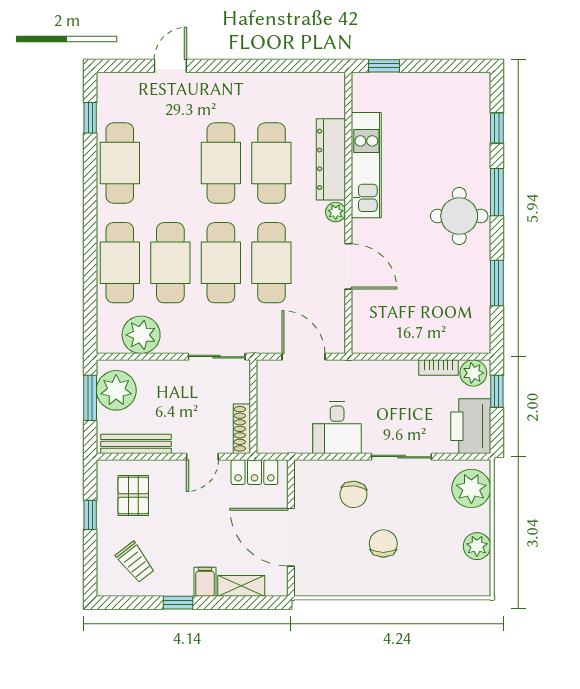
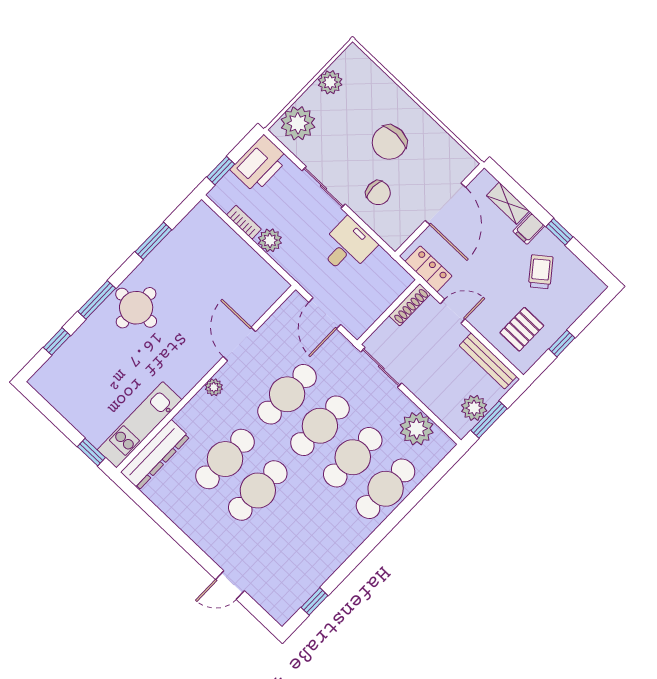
dresser: (331, 159) -> (155, 455), moved
cafe table: (120, 163) -> (323, 553), removed
kitchen unit: (366, 165) -> (140, 425), moved
plant: (473, 373) -> (270, 240), moved
plant: (116, 390) -> (474, 408), width x0.73, depth x0.73
chair: (353, 494) -> (378, 193), turned 84
chair: (383, 543) -> (389, 142), width x1.37, depth x1.37
trolley: (135, 562) -> (541, 272), moved

